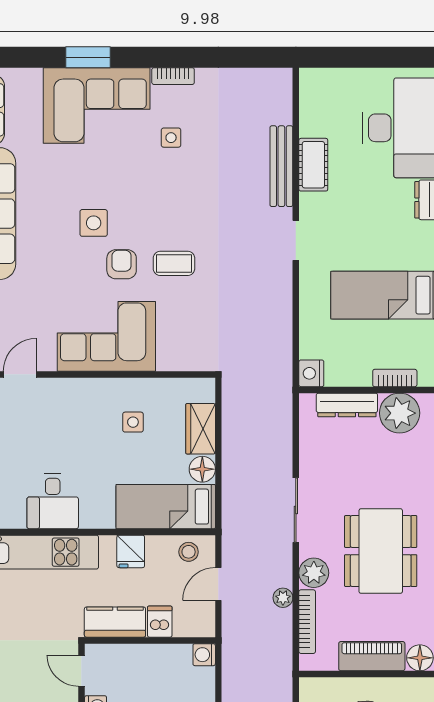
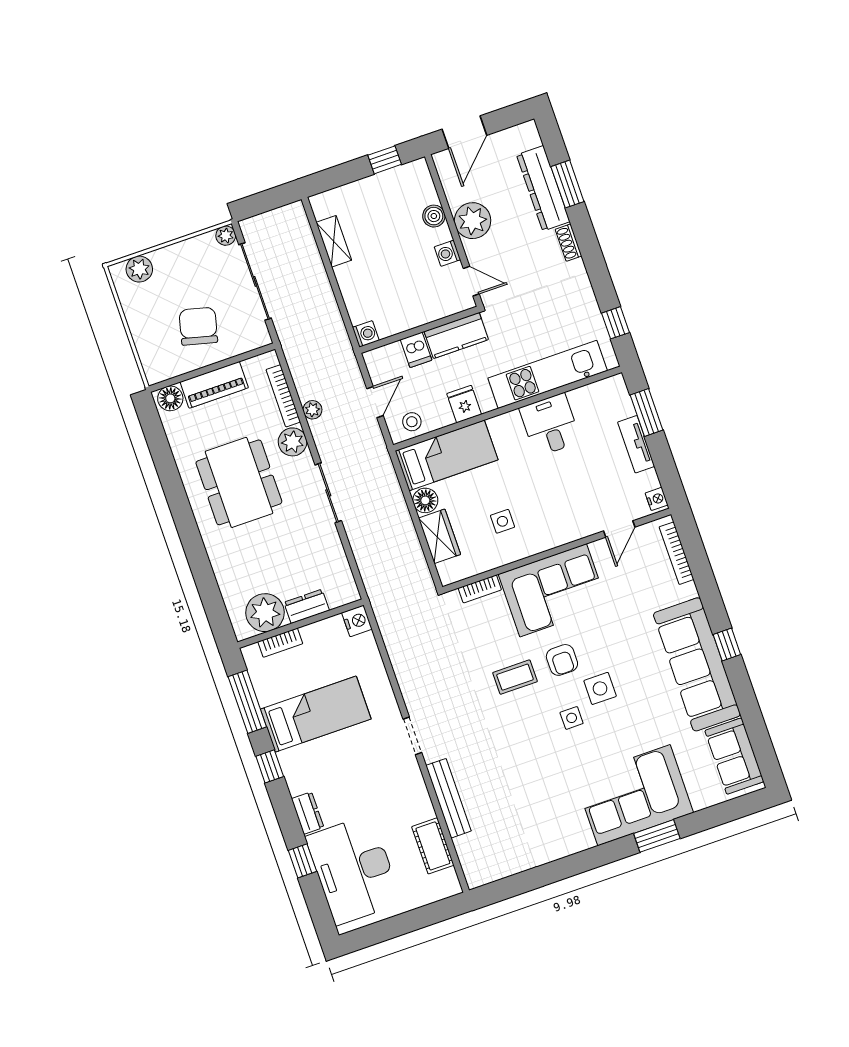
bookcase: (173, 76) -> (480, 589), moved, turned 180
side table: (171, 138) -> (572, 718), moved
cot: (313, 165) -> (433, 846), moved
dresser: (347, 405) -> (307, 606), width x0.70

